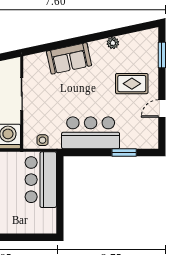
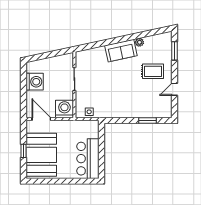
sofa: (69, 58) -> (121, 51), moved
bar counter: (91, 133) -> (124, 107), removed
bar counter: (41, 180) -> (88, 159), moved

